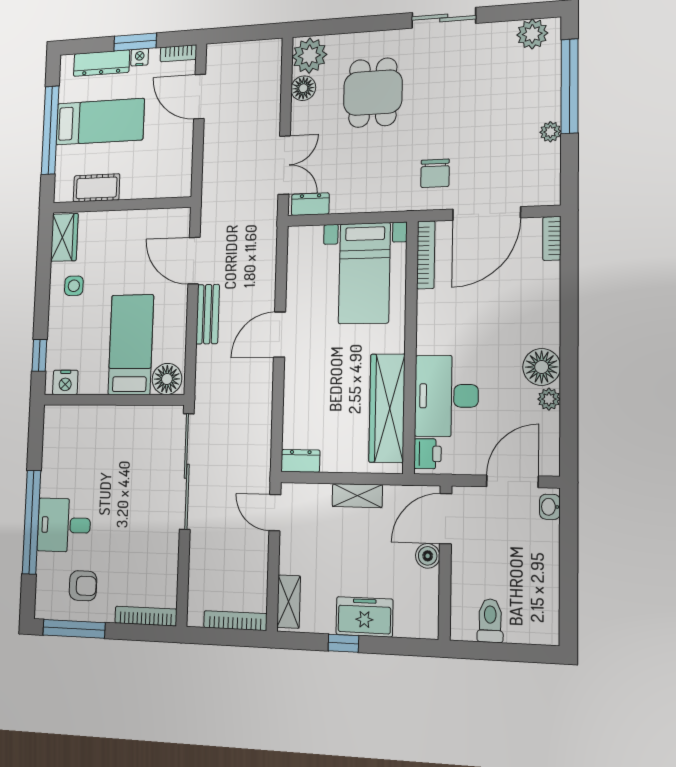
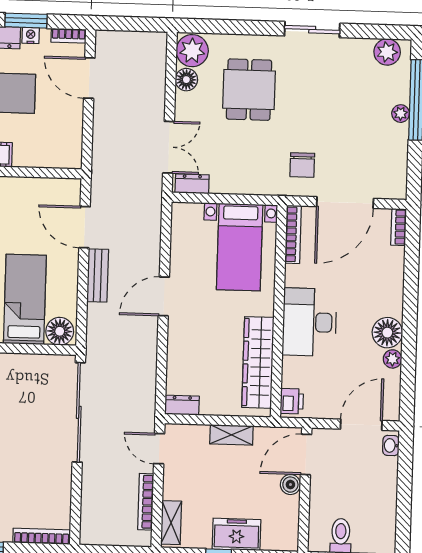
plant: (550, 132) -> (401, 114), moved
desk: (446, 396) -> (309, 322), moved
bookcase: (235, 621) -> (146, 502), moved, turned -90

